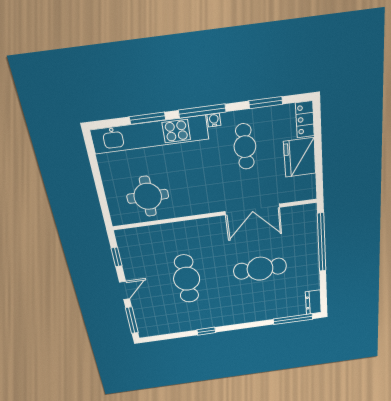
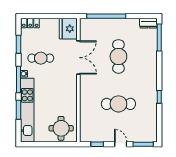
fridge: (300, 157) -> (68, 29), moved, turned 90
round table: (148, 196) -> (61, 128), moved

